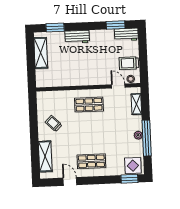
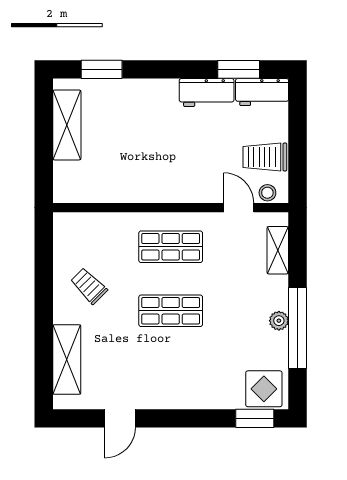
workbench: (77, 37) -> (207, 93), moved
shop shelf: (91, 161) -> (171, 311), moved
door: (70, 181) -> (120, 418), swing flipped

